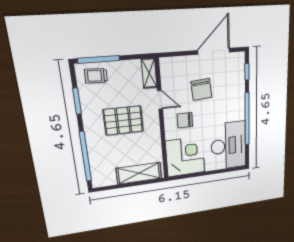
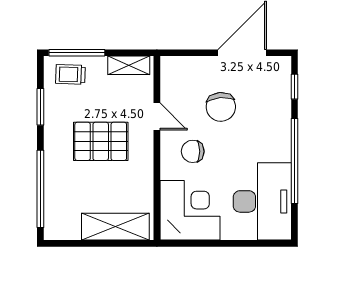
shelving: (149, 73) -> (129, 65), moved, turned 90

